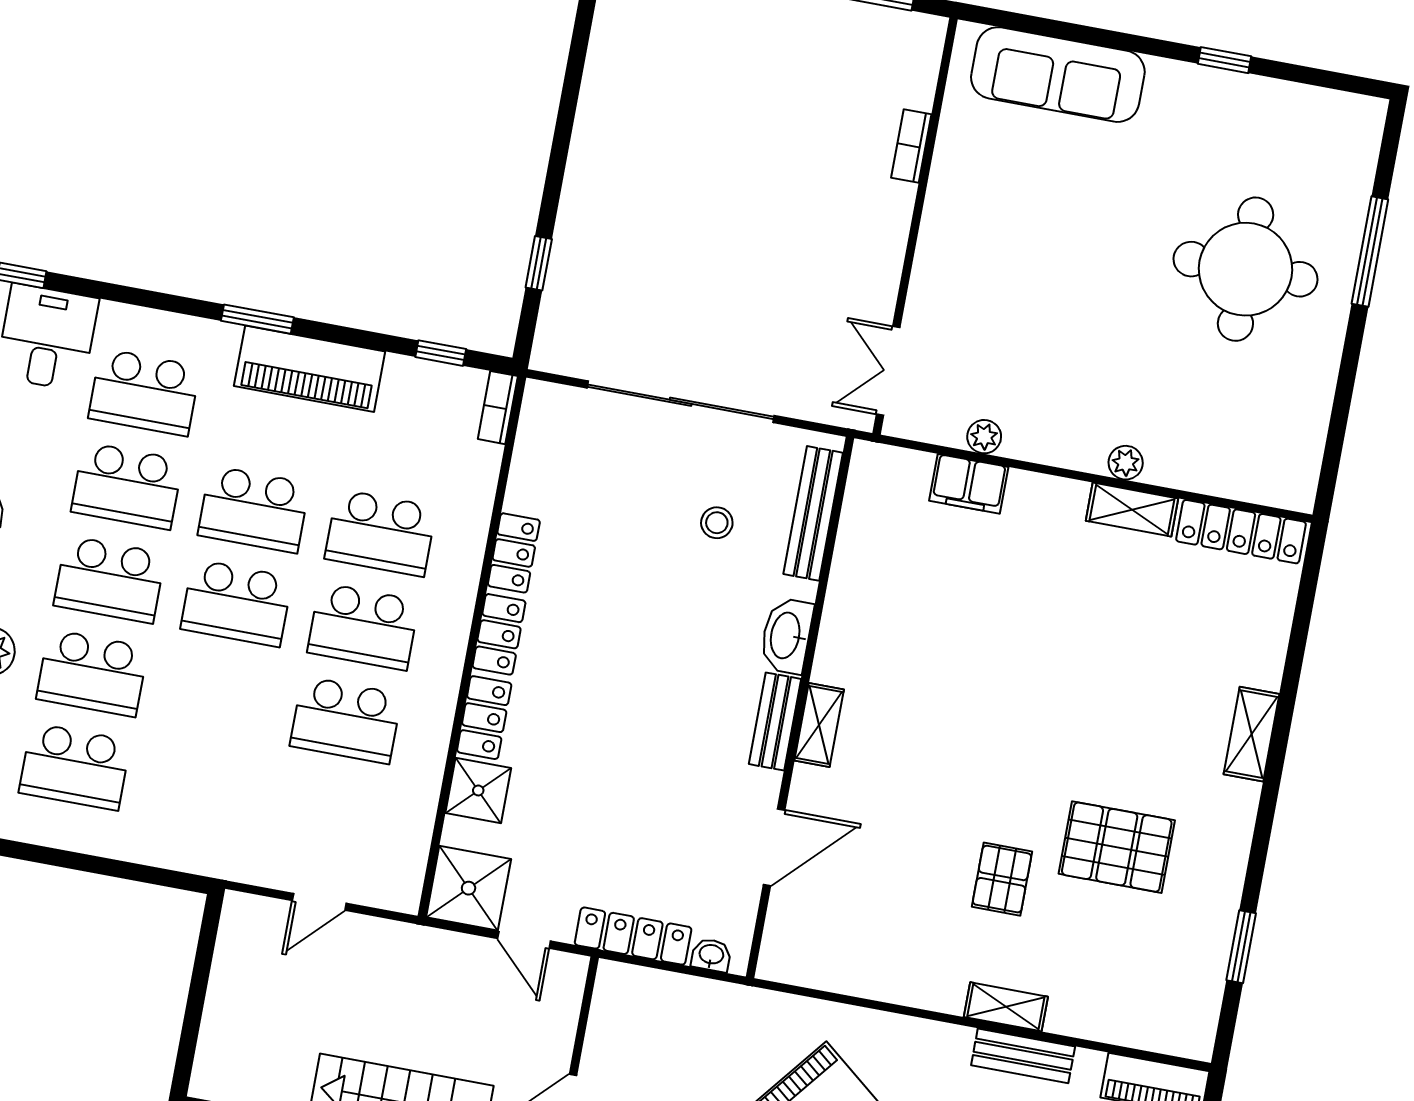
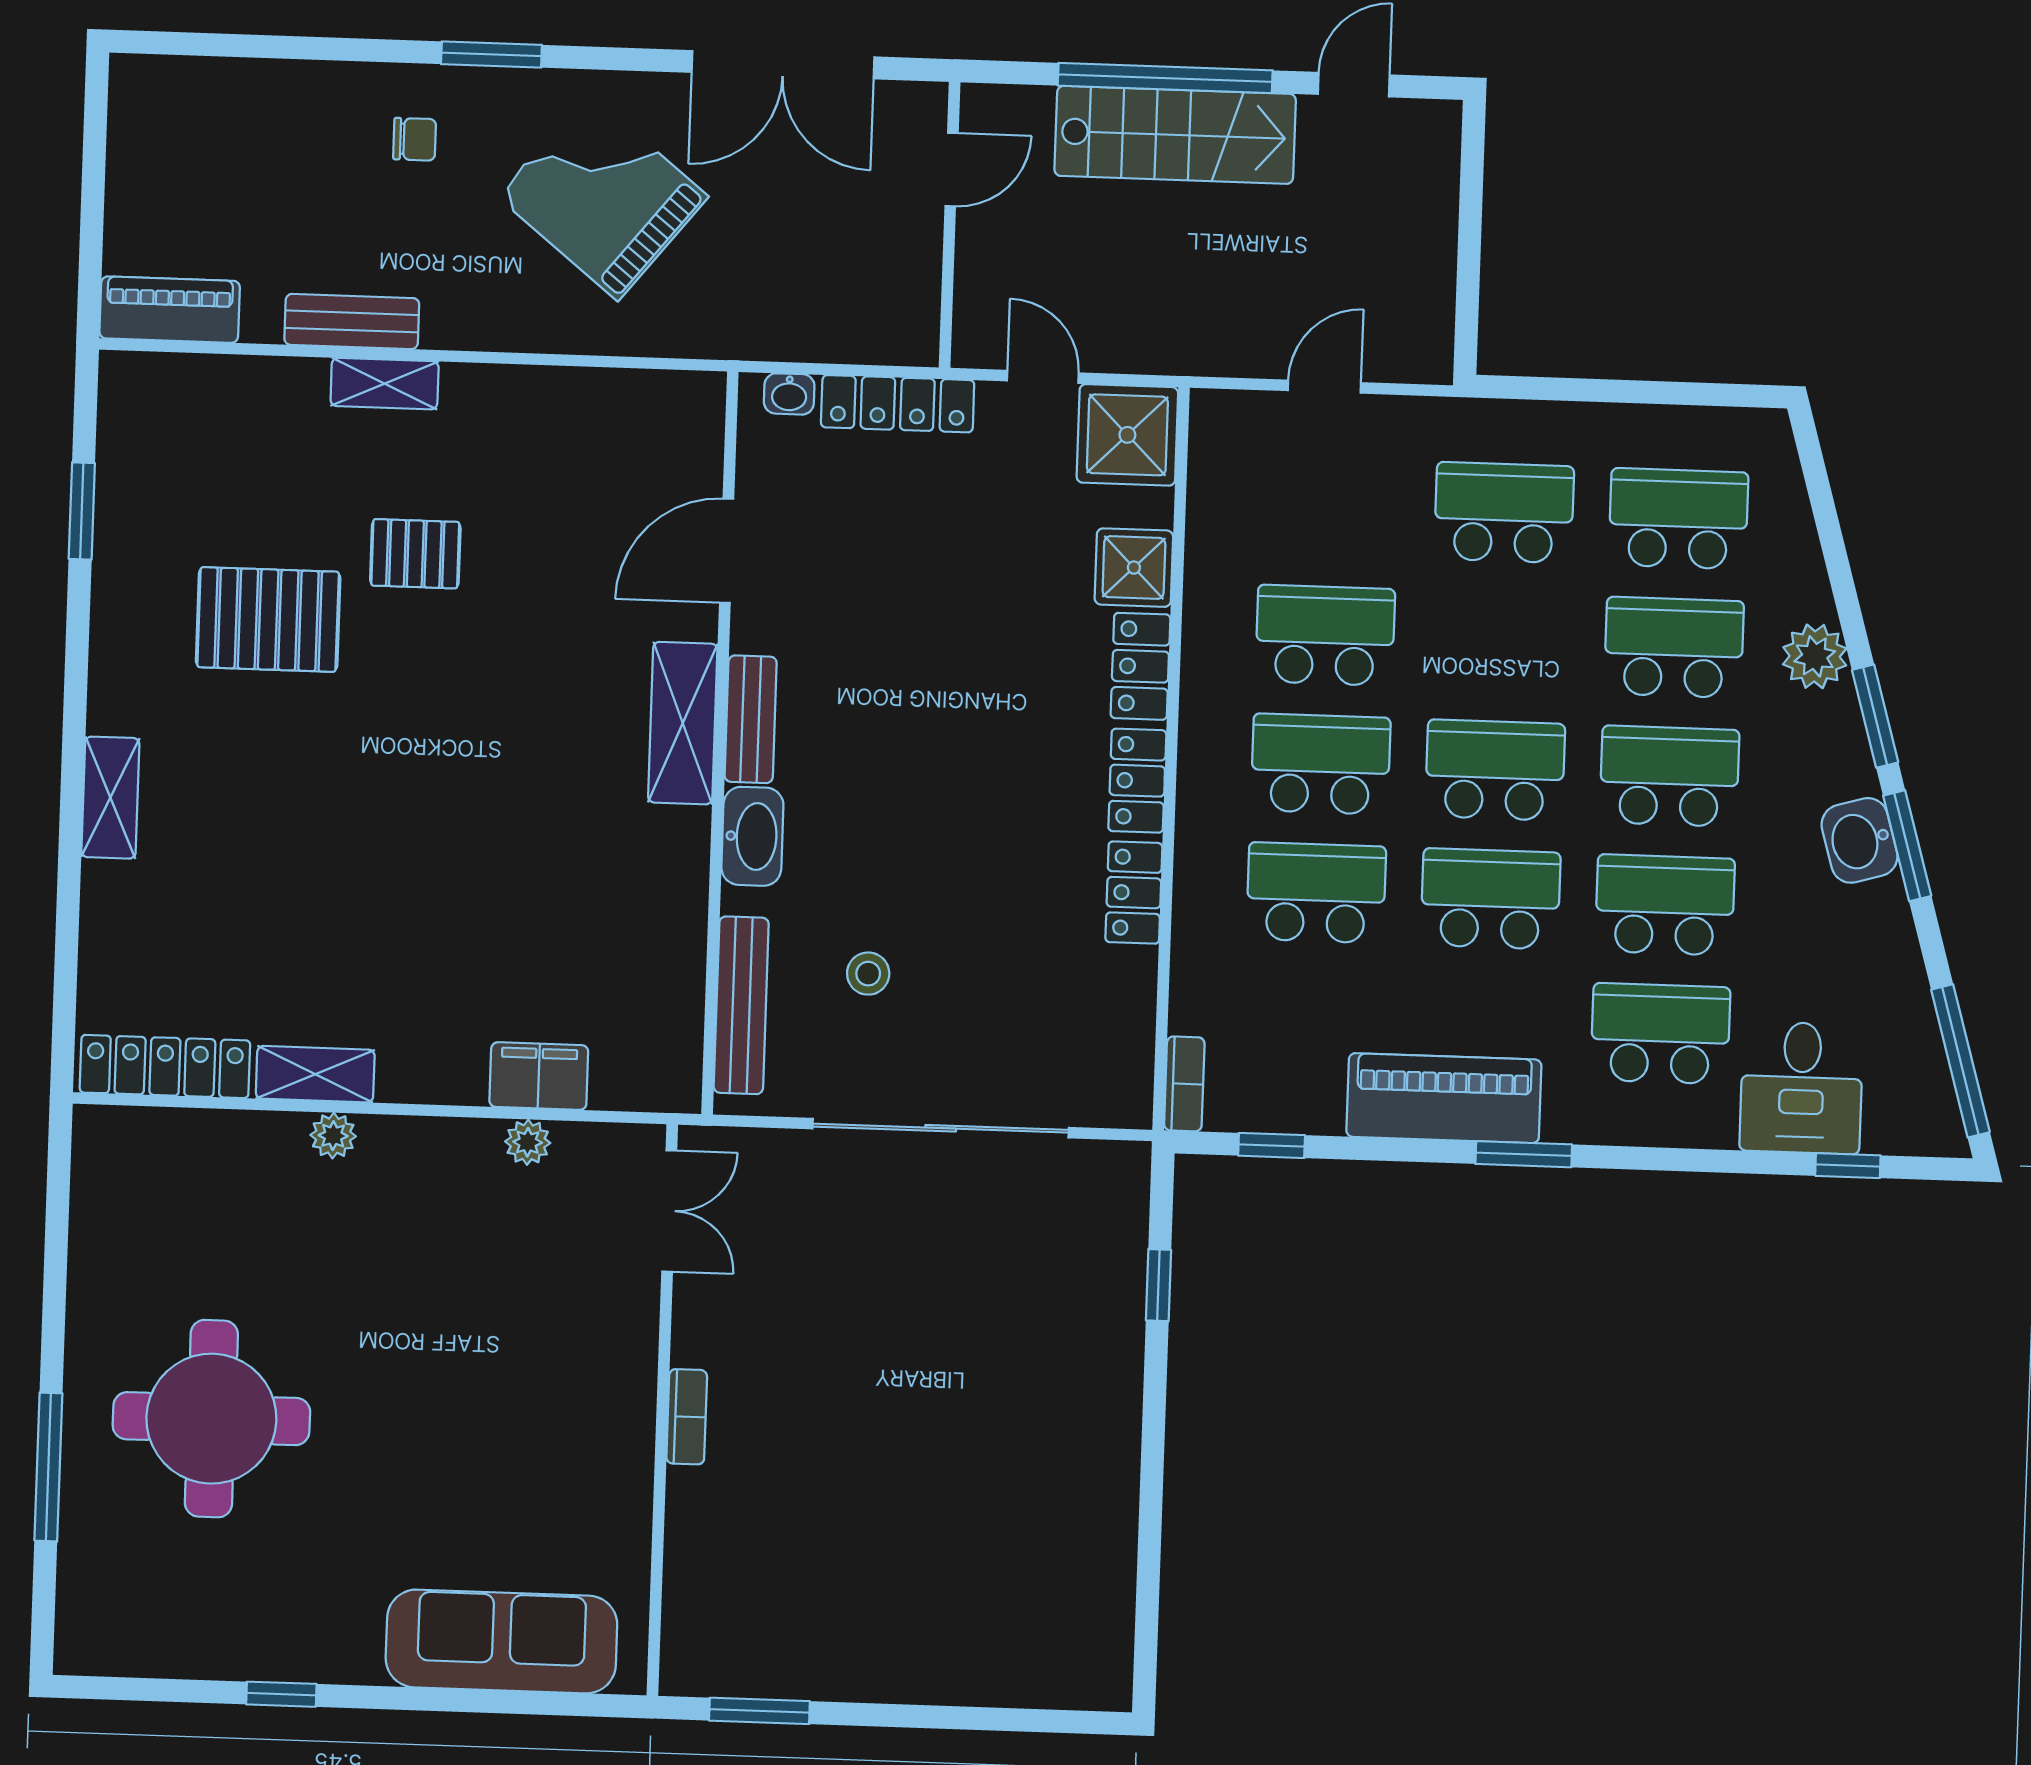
bookcase: (911, 146) -> (687, 1417), moved
shelving: (819, 725) -> (683, 723), width x1.50, depth x1.33
school desk: (202, 790) -> (1504, 513), added
pallet: (1002, 879) -> (415, 554), turned 90

